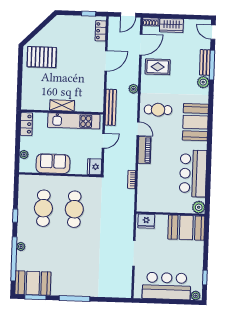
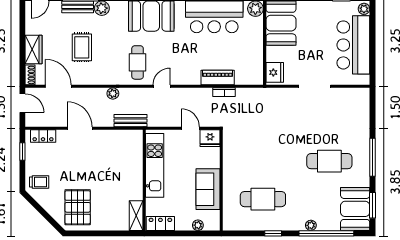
trolley: (63, 26) -> (39, 182), added
rug: (158, 67) -> (82, 47), moved
shelving: (62, 105) -> (136, 216), moved
bench: (111, 107) -> (131, 121), width x0.73
door: (103, 141) -> (190, 128), moved
piano: (144, 150) -> (218, 78), moved
cafe table: (74, 209) -> (329, 161), moved

